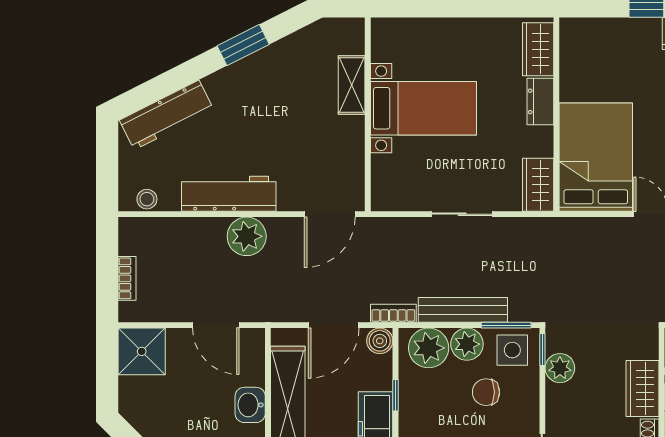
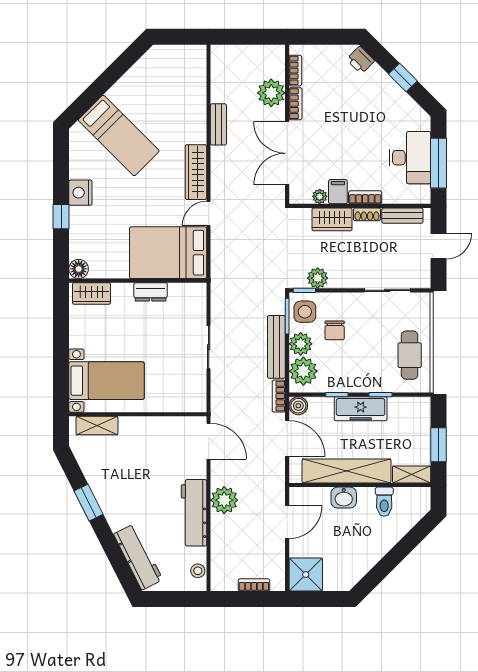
floor lamp: (573, 31) -> (79, 269), added
shelving: (352, 85) -> (97, 426), moved
dresser: (540, 101) -> (151, 292), moved
bed with nightstands: (423, 108) -> (106, 381), moved, turned 90
wardrobe: (538, 185) -> (188, 294), removed

